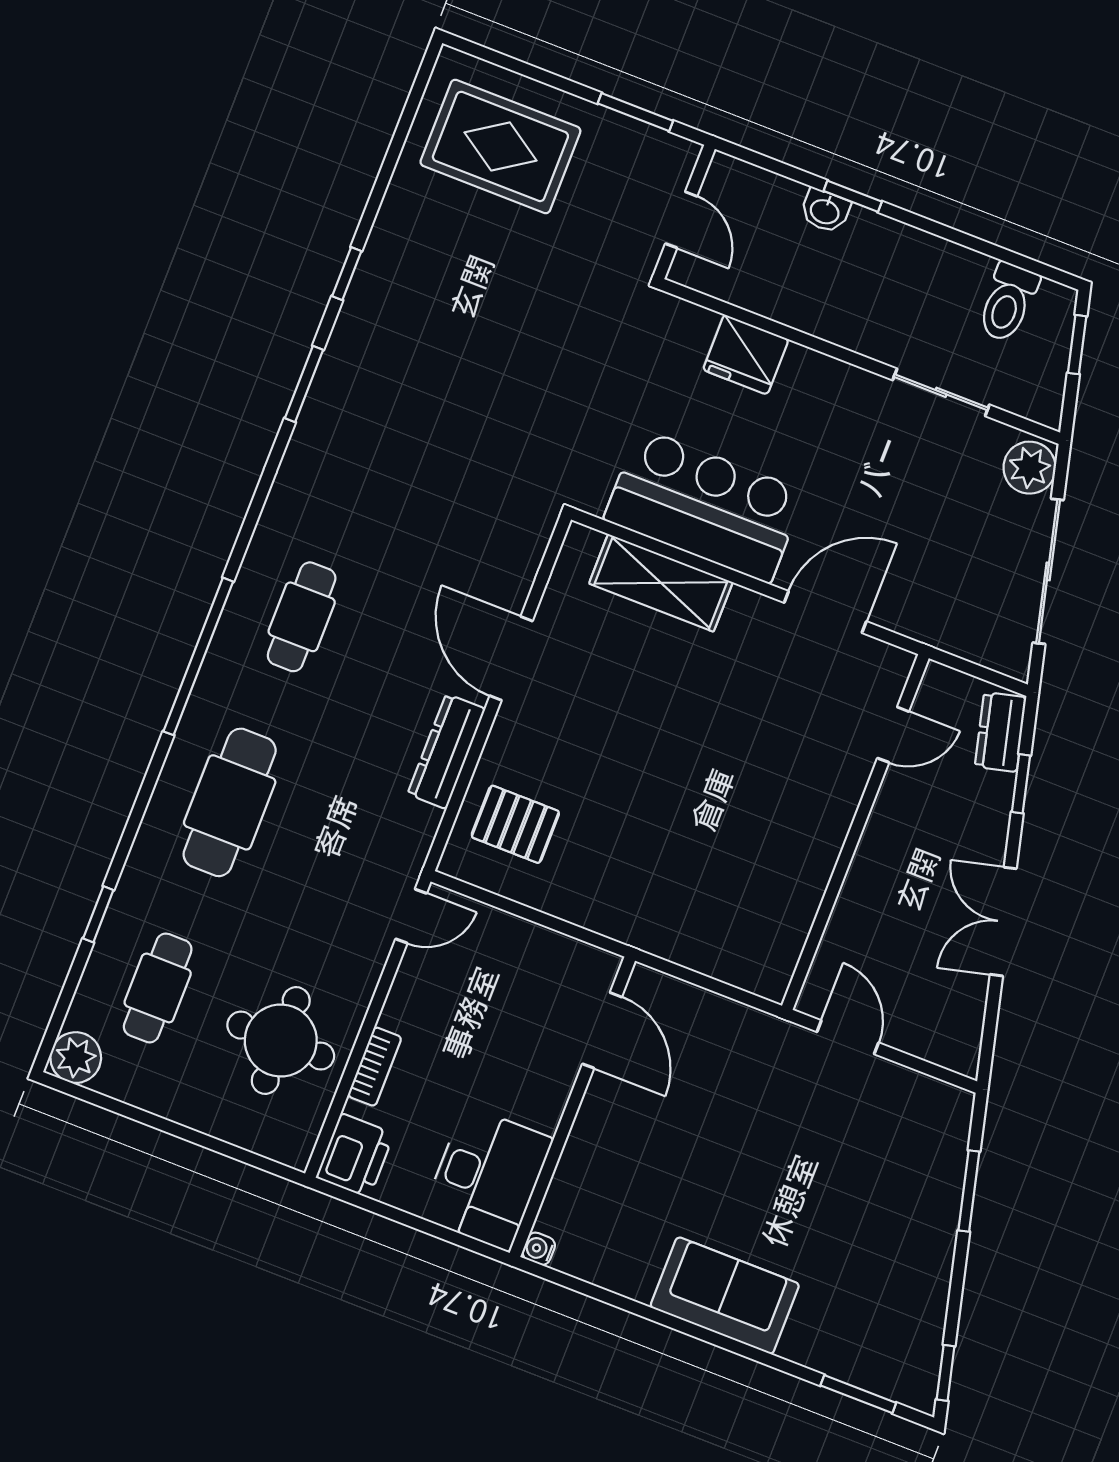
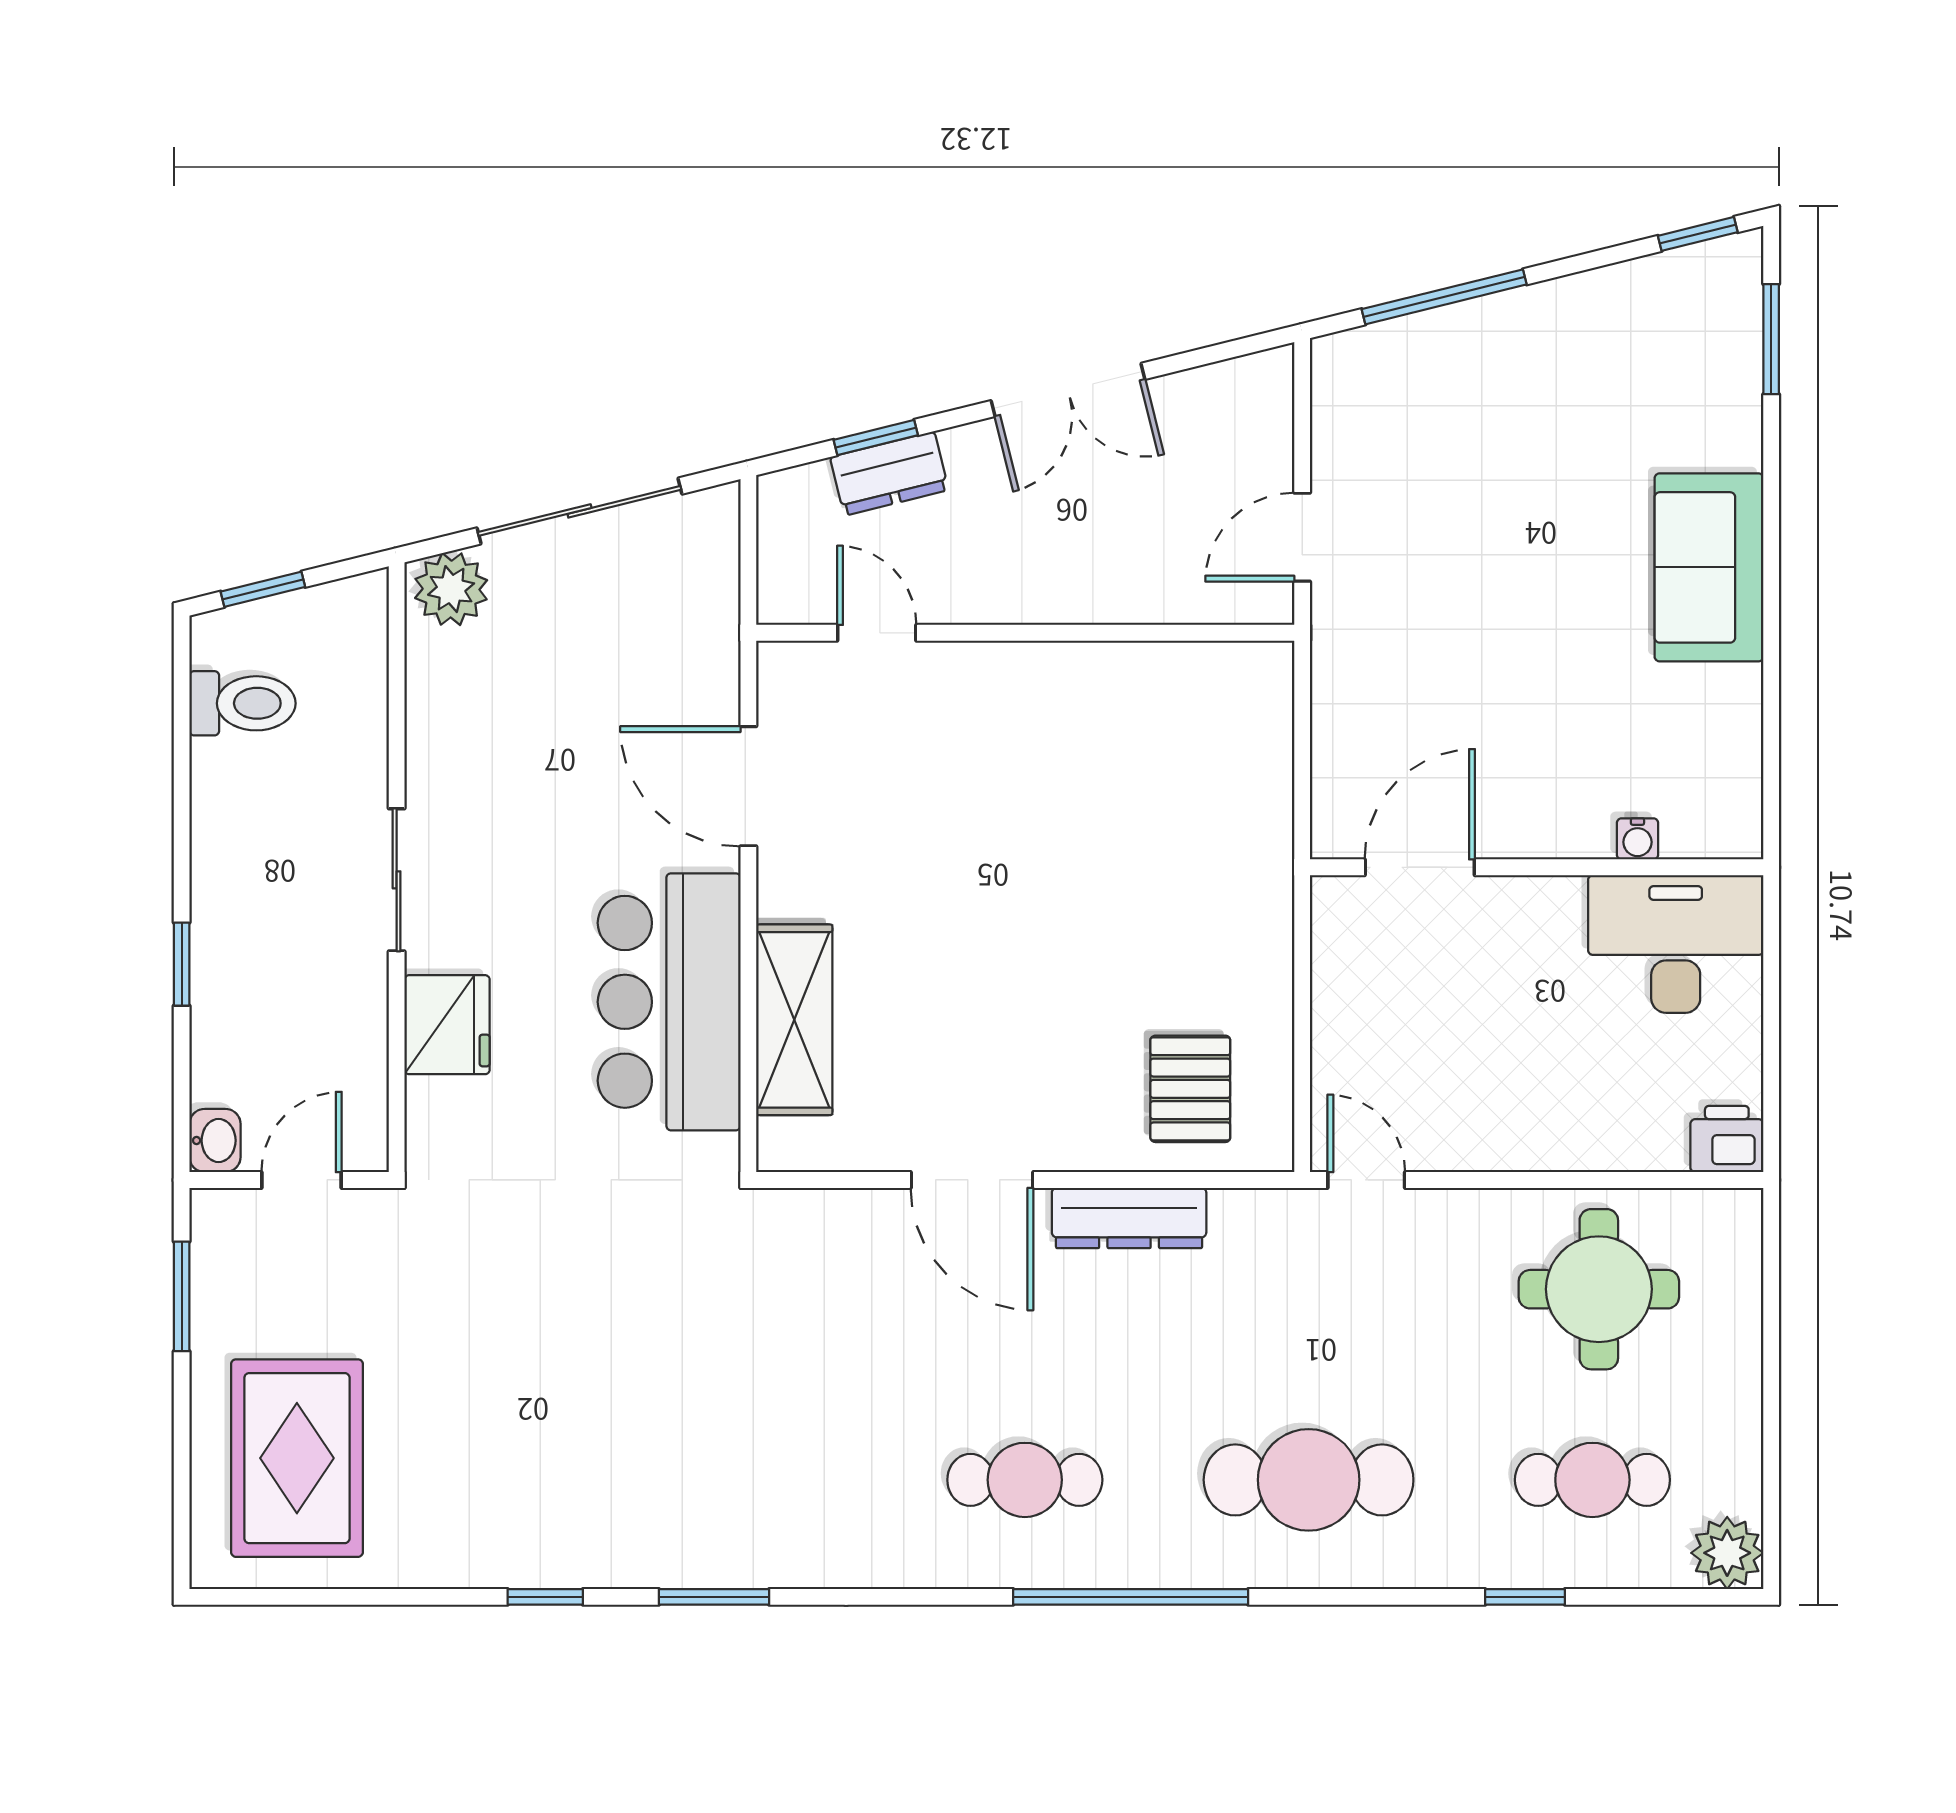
washbasin: (825, 211) -> (215, 1140), moved
sliding door: (941, 392) -> (397, 880), moved
door: (511, 658) -> (972, 1180), hinge flipped
dresser: (1001, 732) -> (889, 474), moved
bookcase: (375, 1067) -> (1585, 1151), removed
printer: (355, 1156) -> (1727, 1139), width x0.73, depth x0.81
window: (969, 1191) -> (1444, 297), width x1.44
water cooler: (539, 1249) -> (1637, 839), moved

